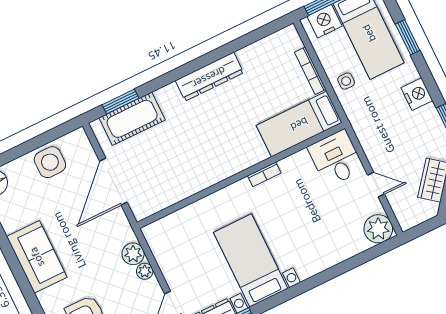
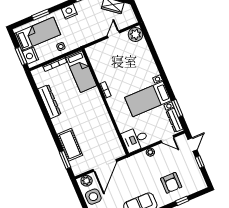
dresser: (209, 77) -> (49, 102), moved
cot: (132, 119) -> (70, 145), moved
desk: (336, 158) -> (135, 139), moved
door: (113, 182) -> (105, 165), hinge flipped
plant: (133, 254) -> (87, 181), moved

